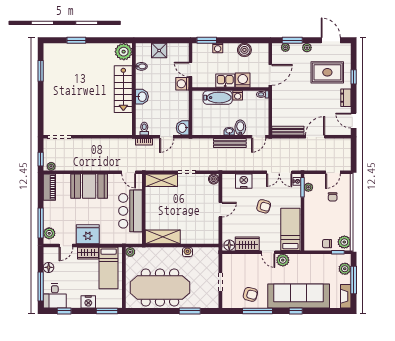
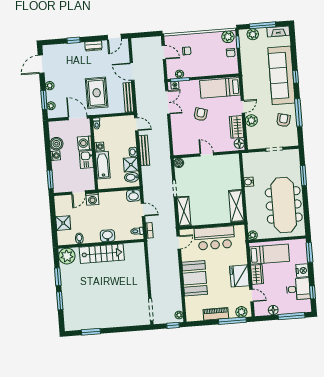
window: (102, 40) -> (58, 277), added
washing machine: (218, 48) -> (55, 156), moved
rug: (327, 72) -> (97, 93), moved
shower: (216, 128) -> (131, 165), added
bidet: (240, 128) -> (132, 177), moved
nightstand: (244, 181) -> (179, 135), removed
piano: (49, 187) -> (216, 314), moved
plant: (283, 260) -> (251, 120), moved
desk: (55, 296) -> (298, 289), moved

